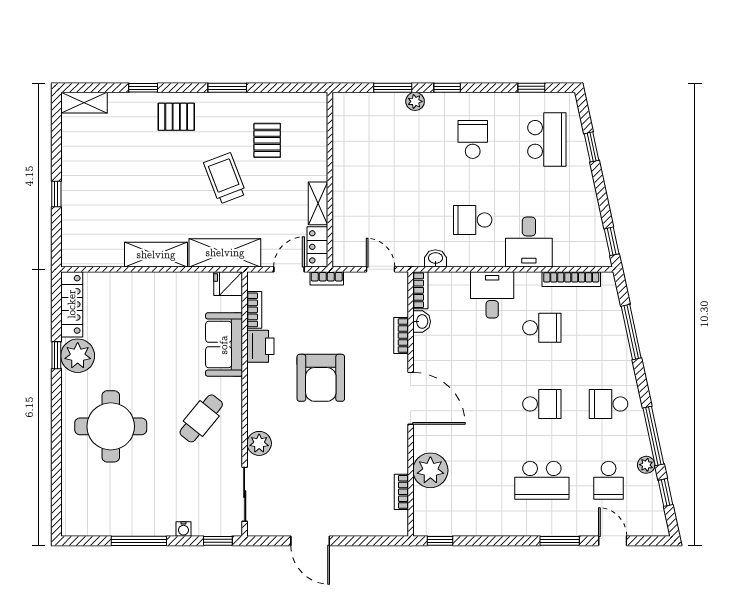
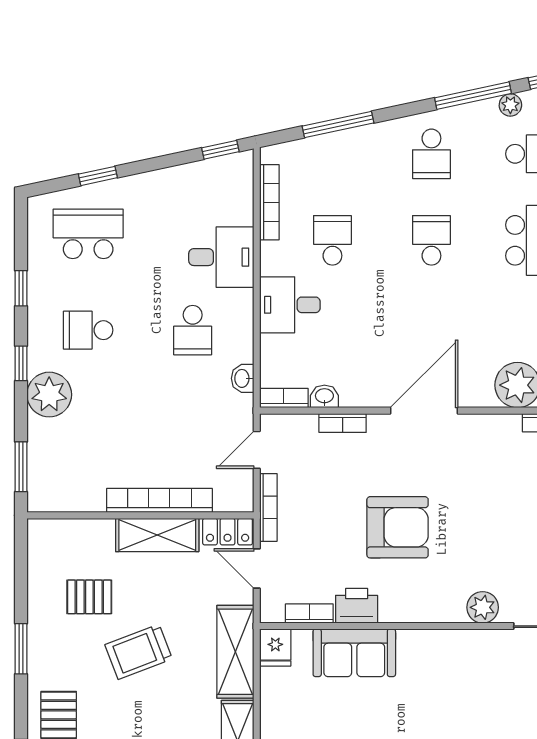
window: (393, 88) -> (21, 467), moved
window: (531, 88) -> (21, 288), moved
plant: (415, 101) -> (49, 395), width x1.88, depth x1.88
bookcase: (341, 194) -> (159, 500), added
shelving: (318, 203) -> (157, 535), width x1.50, depth x1.33
bookcase: (327, 278) -> (268, 507), width x1.56
cafe table: (201, 418) -> (450, 682), removed

